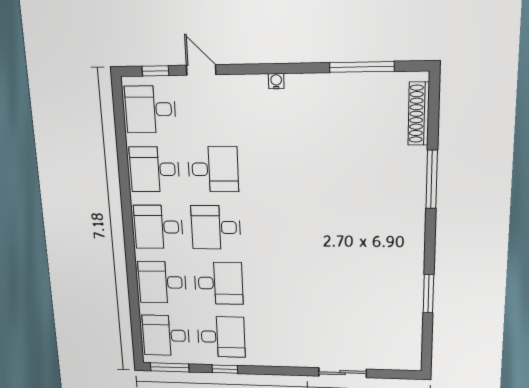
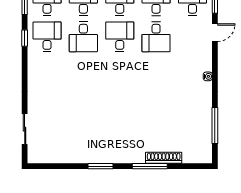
shoe rack: (419, 114) -> (164, 158), moved
window: (428, 294) -> (100, 166), moved
desk: (221, 337) -> (47, 37), turned 180
sliding door: (343, 373) -> (25, 129), moved

